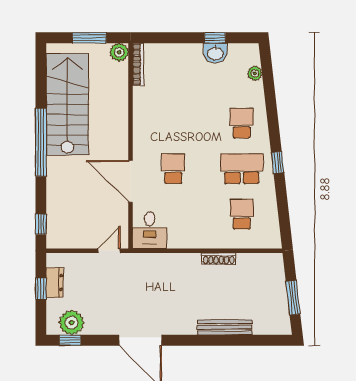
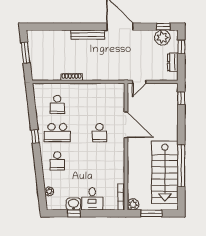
window: (41, 142) -> (181, 166), moved
desk: (150, 230) -> (92, 199), moved, turned 180
window: (41, 289) -> (181, 47), moved
bench: (225, 327) -> (88, 35), moved

